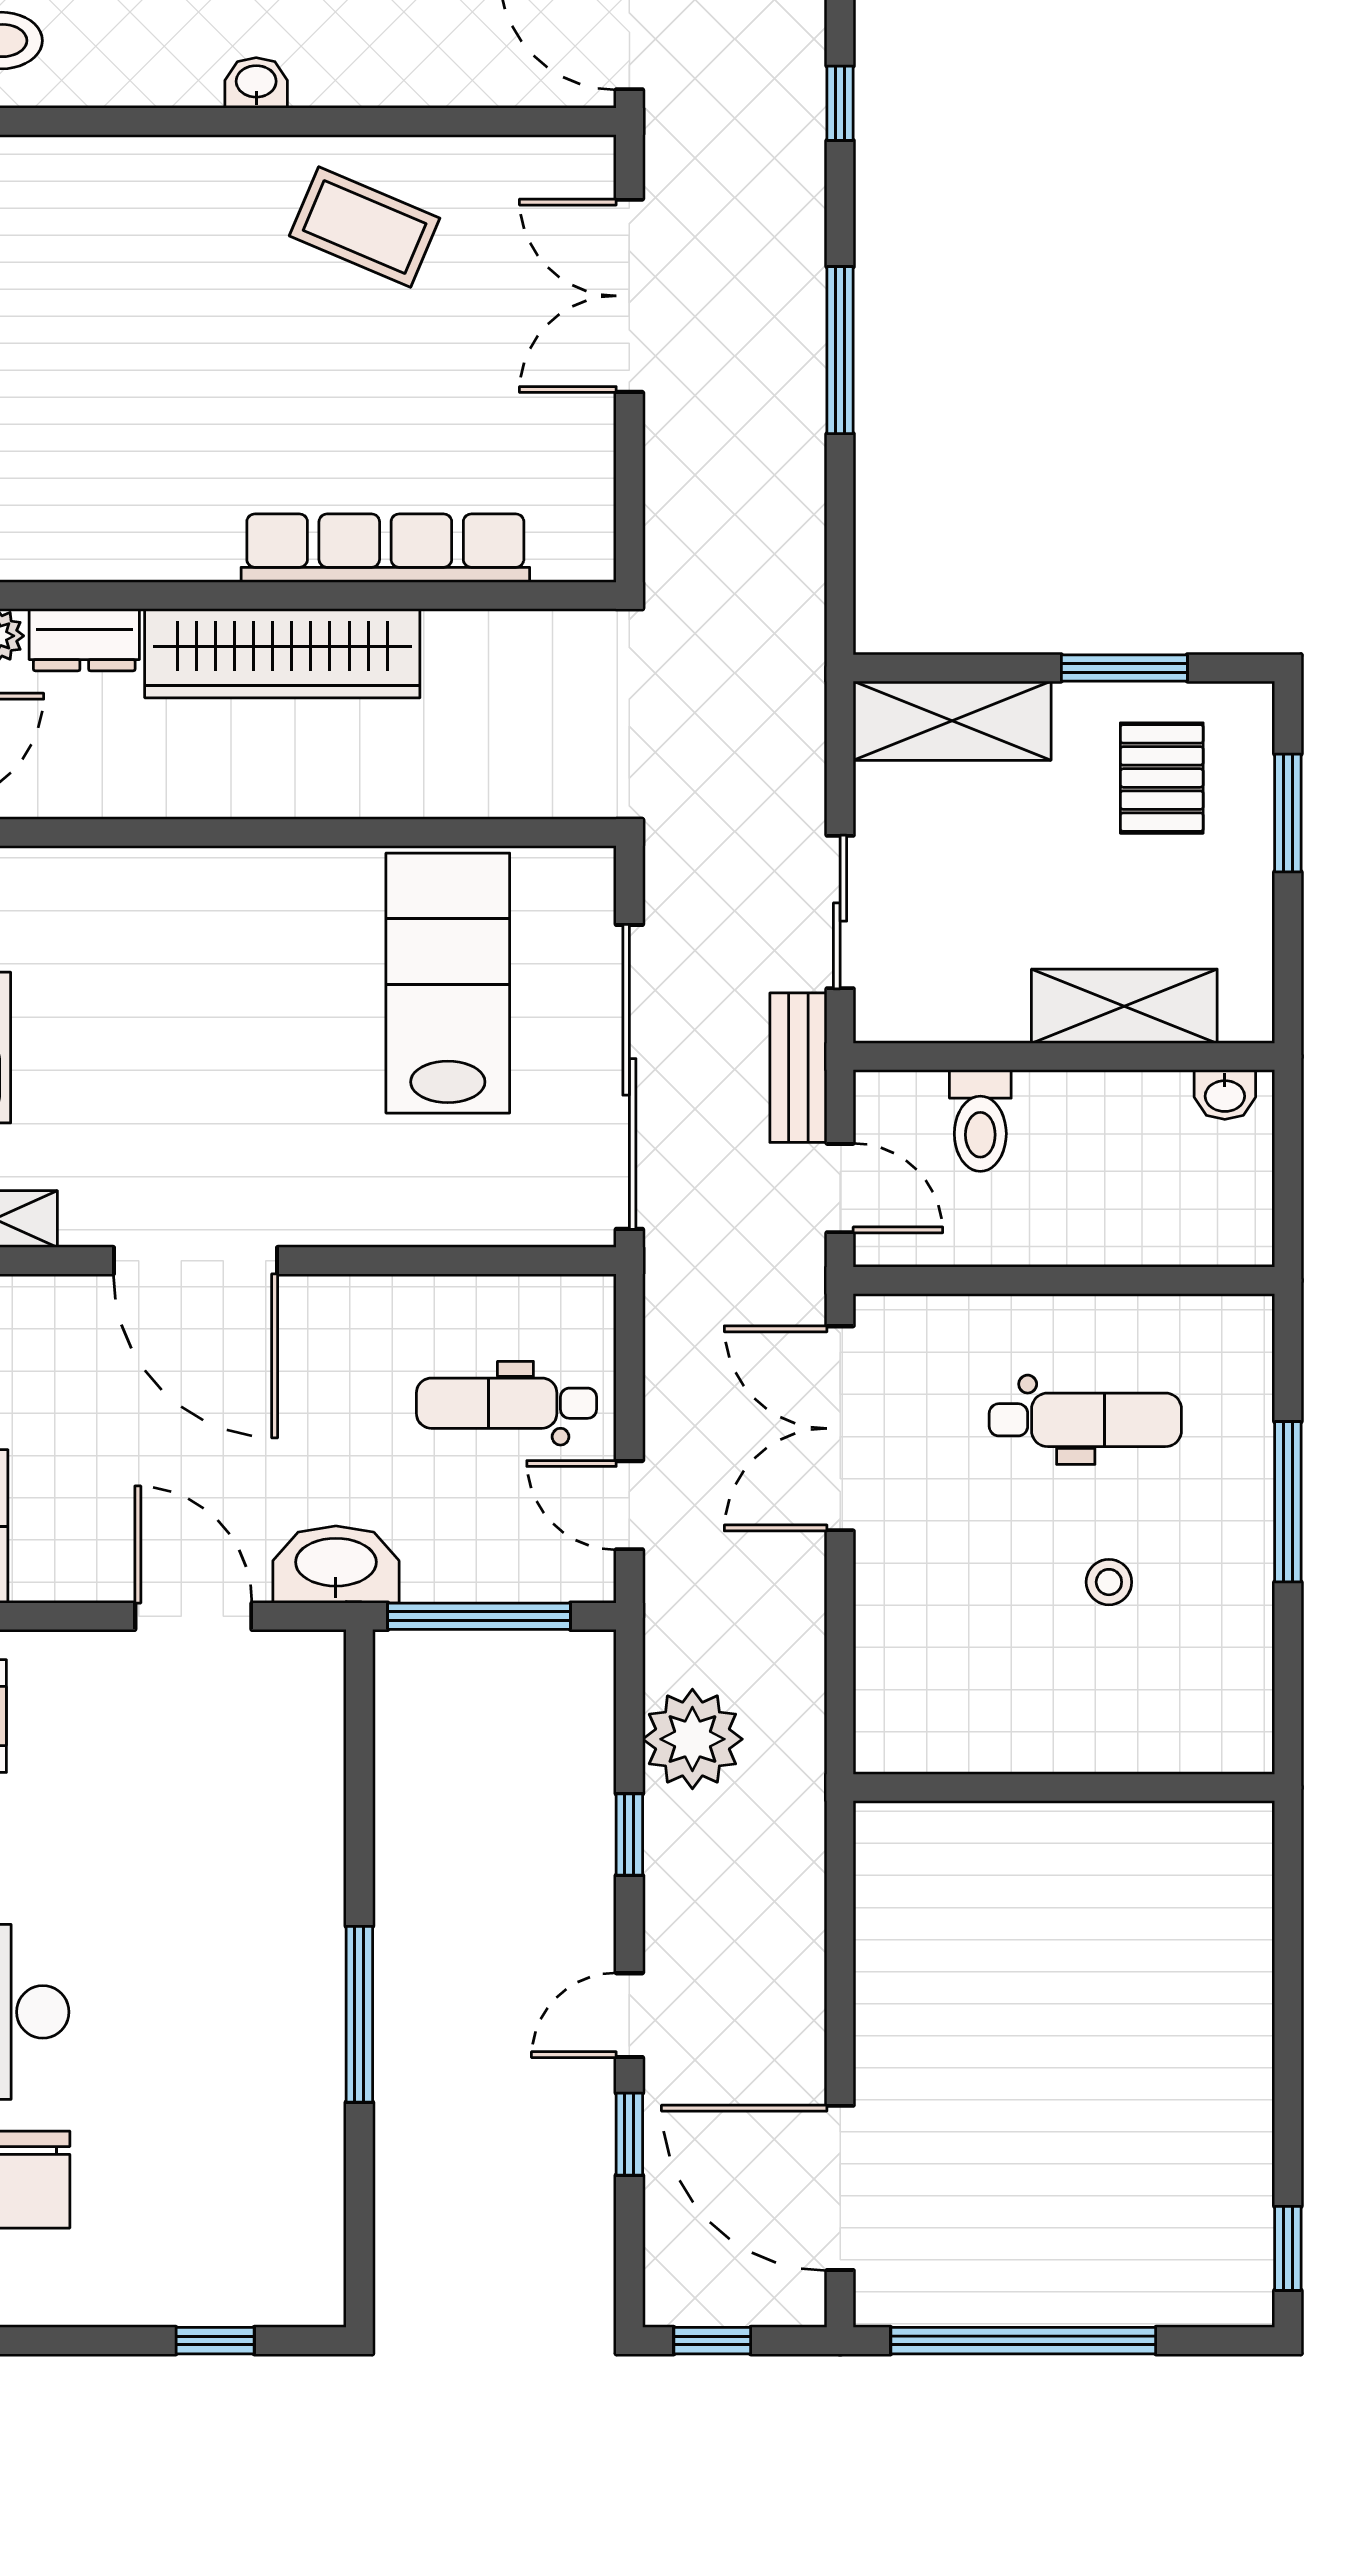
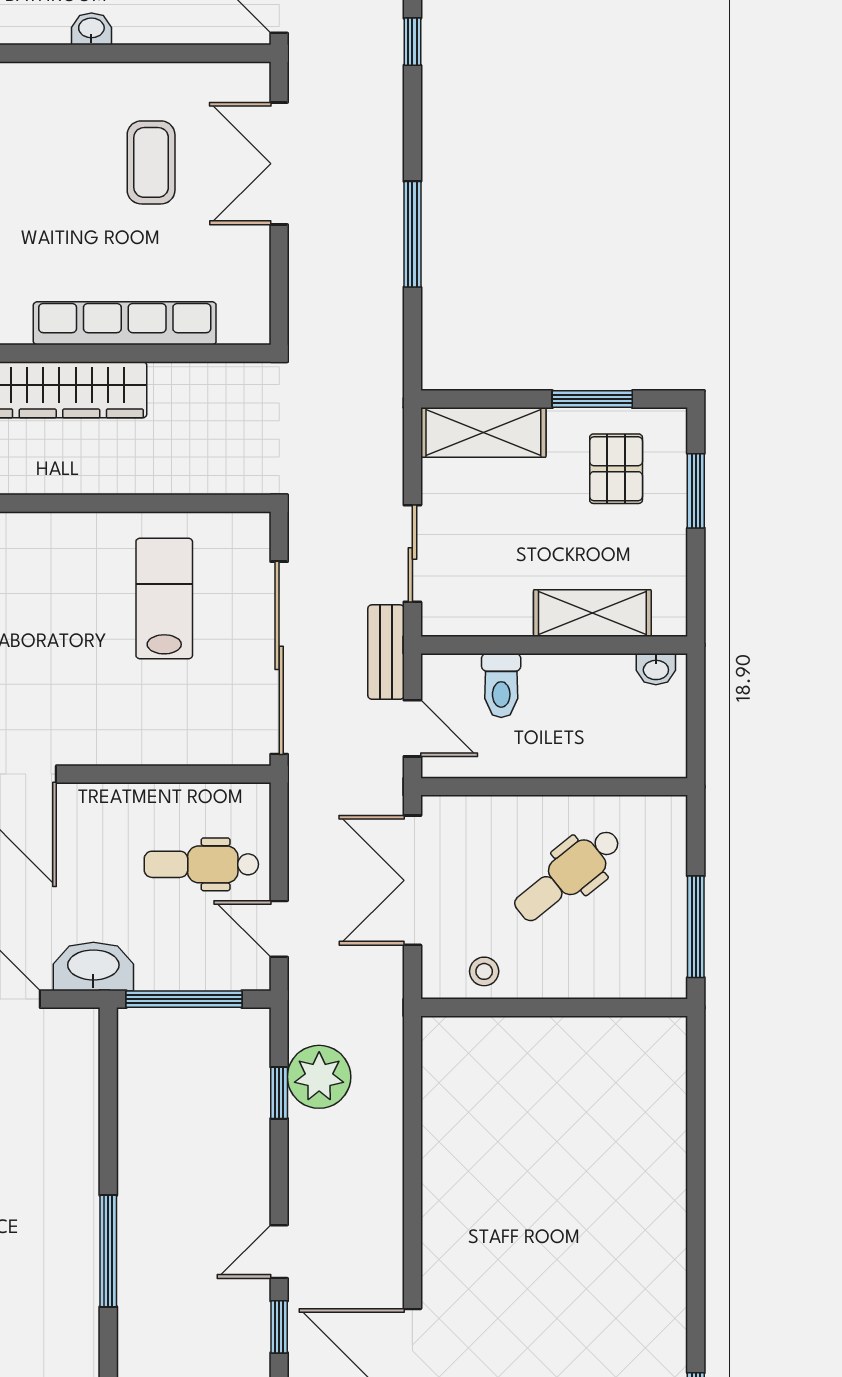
washbasin: (256, 83) -> (91, 29), moved
coffee table: (365, 227) -> (151, 162), moved, turned 67
window: (840, 350) -> (412, 234), moved
lab bench: (448, 983) -> (164, 598), width x0.73, depth x0.72
dental chair: (1085, 1420) -> (568, 875), turned 141
stool: (1109, 1582) -> (484, 971), moved
wall: (1064, 1787) -> (554, 1007), moved
window: (629, 1835) -> (279, 1093), moved

